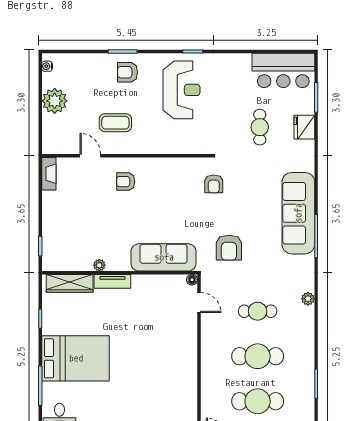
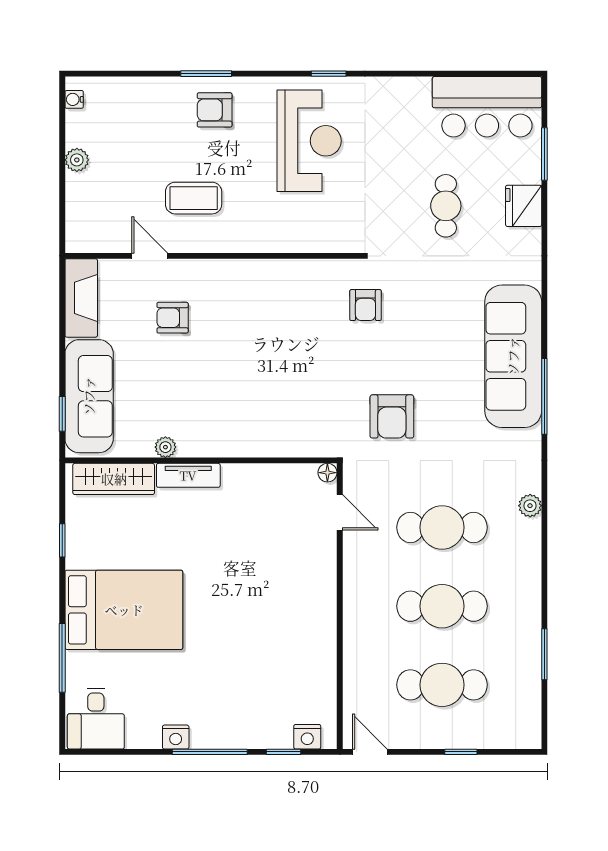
plant: (55, 101) -> (77, 160), width x0.53, depth x0.53
fireplace: (49, 174) -> (81, 298), width x1.37, depth x1.32
armchair: (126, 182) -> (173, 318), moved
sofa: (164, 257) -> (89, 396), moved, turned 90
cafe table: (258, 311) -> (442, 527), width x1.37, depth x1.35

